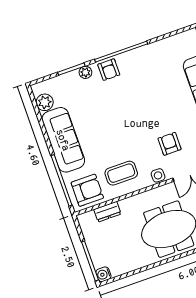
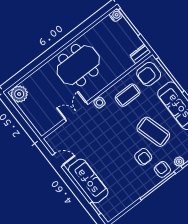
coffee table: (105, 119) -> (153, 132), added
armchair: (170, 144) -> (143, 157), moved
dresser: (107, 212) -> (140, 54), moved

